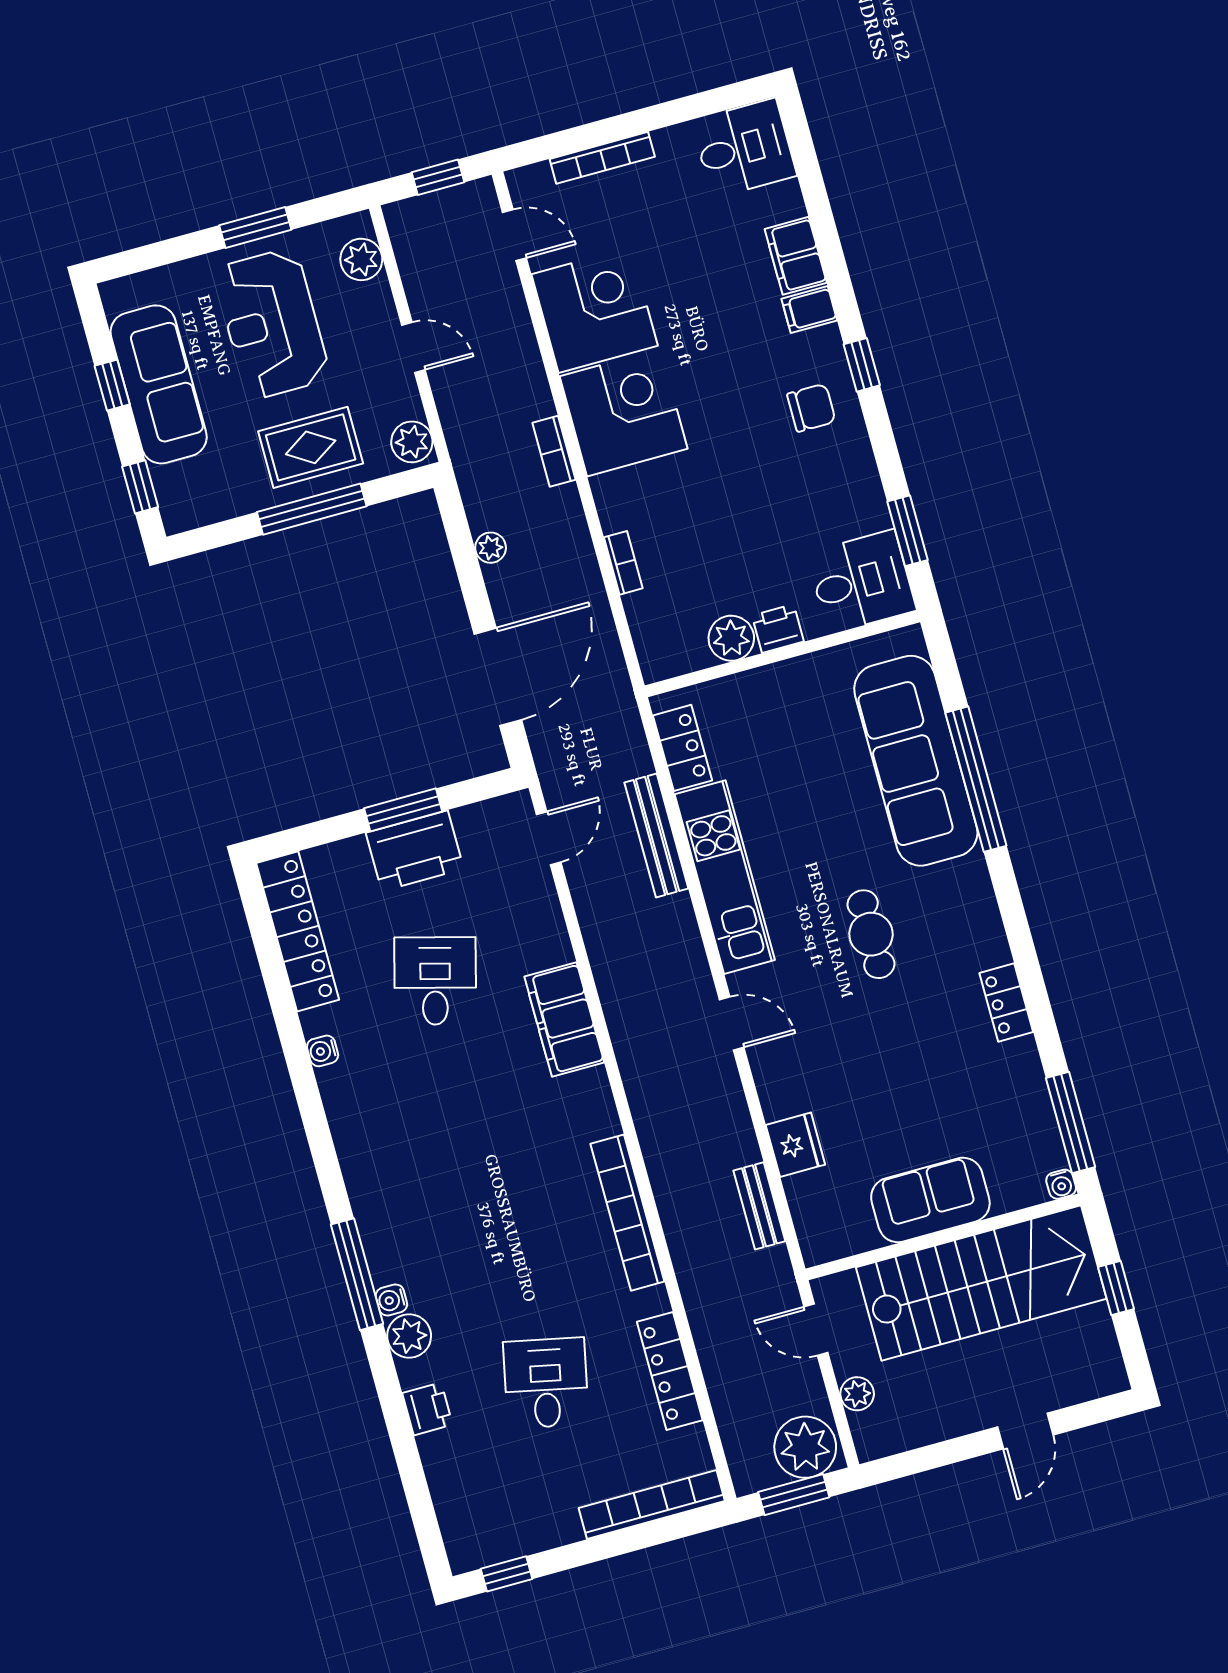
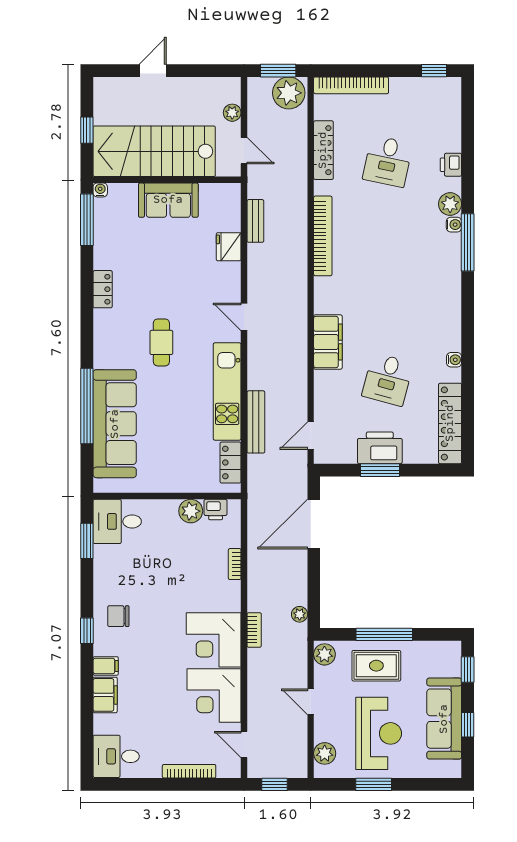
plant: (491, 548) -> (300, 614), moved
printer: (778, 629) -> (216, 509), moved
plant: (805, 1447) -> (289, 93), moved

